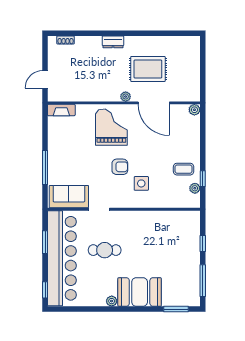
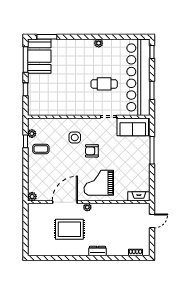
door: (154, 103) -> (65, 202), hinge flipped
grand piano: (111, 127) -> (99, 183), turned 90
booth: (140, 292) -> (39, 56), moved, turned 90

